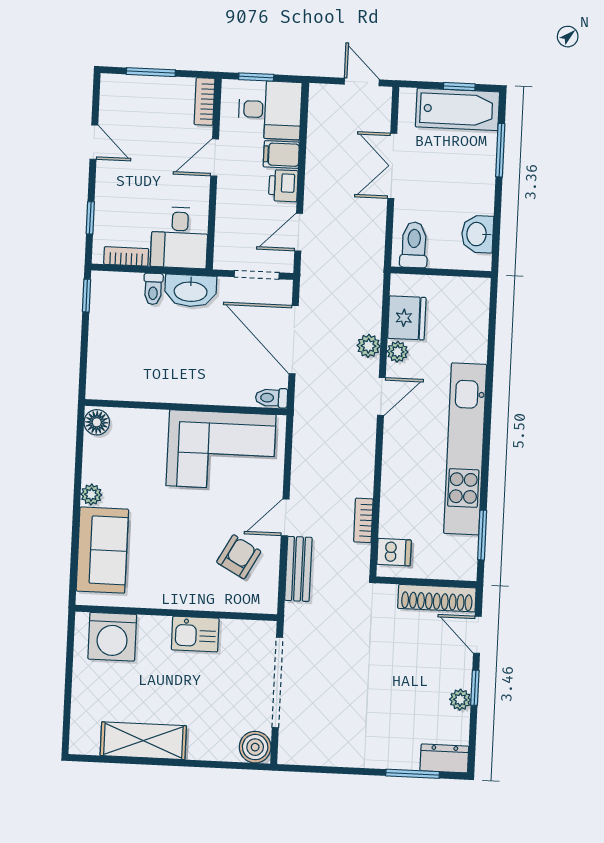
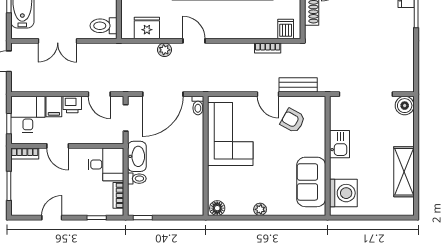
plant: (397, 352) -> (167, 33), removed
sofa: (102, 550) -> (311, 182), moved, turned -90

